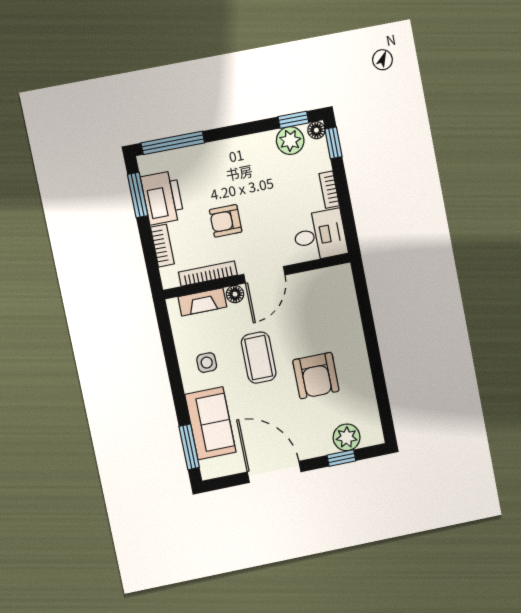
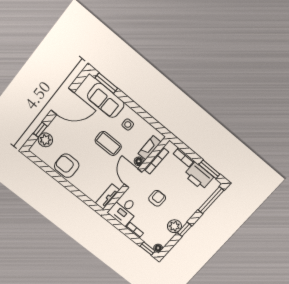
window: (293, 120) -> (184, 229), moved
plant: (290, 141) -> (174, 226), moved
armchair: (226, 221) -> (157, 198), moved
tv unit: (327, 277) -> (108, 197), added
armchair: (316, 376) -> (67, 166), moved

